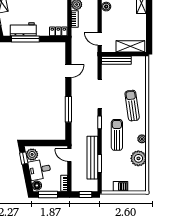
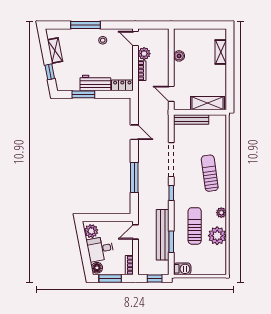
workbench: (23, 29) -> (95, 83), moved
window: (25, 39) -> (83, 94), width x0.69
door: (68, 71) -> (134, 132), hinge flipped
sun lounger: (117, 135) -> (195, 226), moved
door: (69, 155) -> (135, 232), hinge flipped
window: (24, 158) -> (81, 235), removed
barbecue: (121, 186) -> (182, 269), moved

